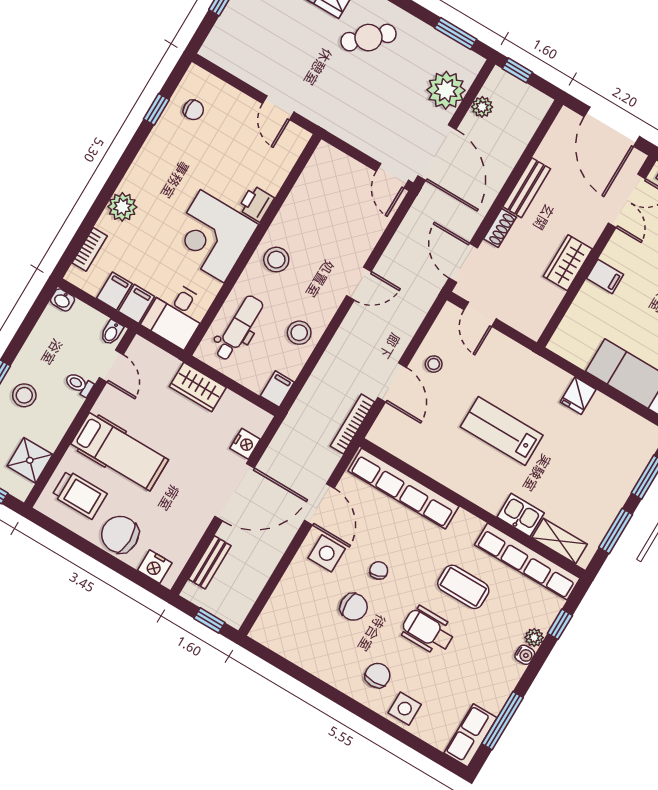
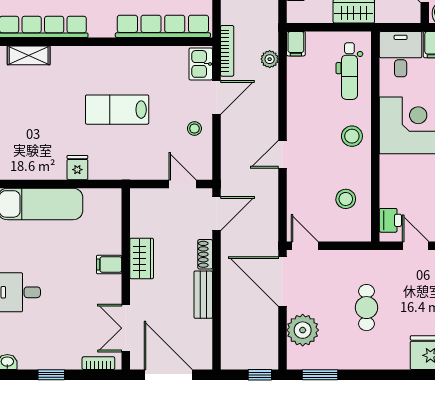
cafe table: (368, 38) -> (366, 308), moved, turned -47
plant: (482, 107) -> (270, 59), moved
printer: (256, 204) -> (390, 220), moved
door: (463, 263) -> (216, 214), hinge flipped
stool: (299, 333) -> (346, 199), moved
door: (392, 382) -> (216, 97), swing flipped
lab bench: (502, 431) -> (117, 110), turned 180
kitchen sink: (521, 515) -> (201, 64), moved, turned 90

